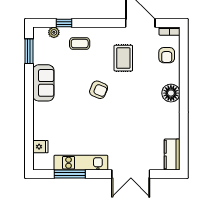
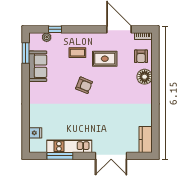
coffee table: (80, 44) -> (77, 53), moved
rug: (123, 58) -> (105, 59), turned 90
sofa: (43, 83) -> (38, 66), moved
floor lamp: (171, 93) -> (145, 77), moved

